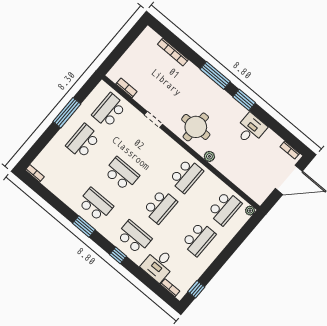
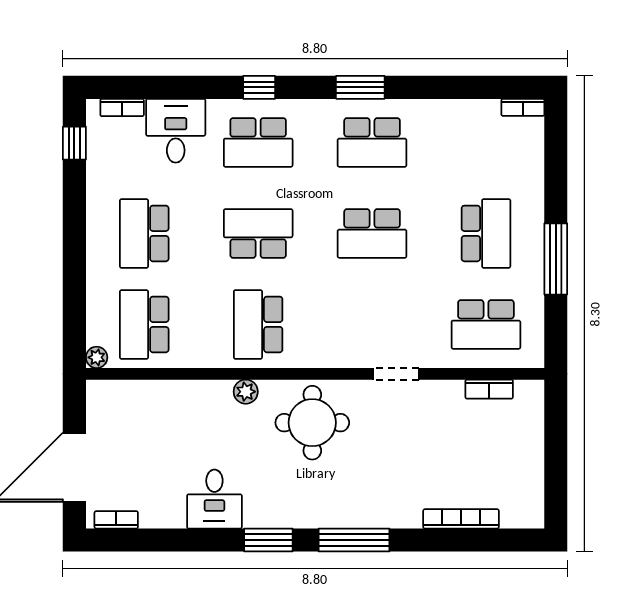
school desk: (109, 111) -> (486, 324), turned 90
school desk: (160, 206) -> (258, 233), turned 90

